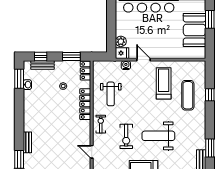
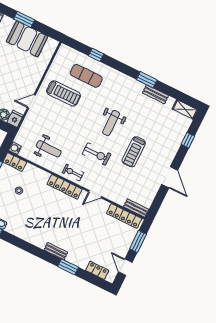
water cooler: (126, 65) -> (15, 148), moved
treadmill: (164, 83) -> (64, 93), turned 180
locker: (85, 104) -> (65, 187), moved
weight bench: (158, 136) -> (111, 123), width x0.73, depth x0.75

